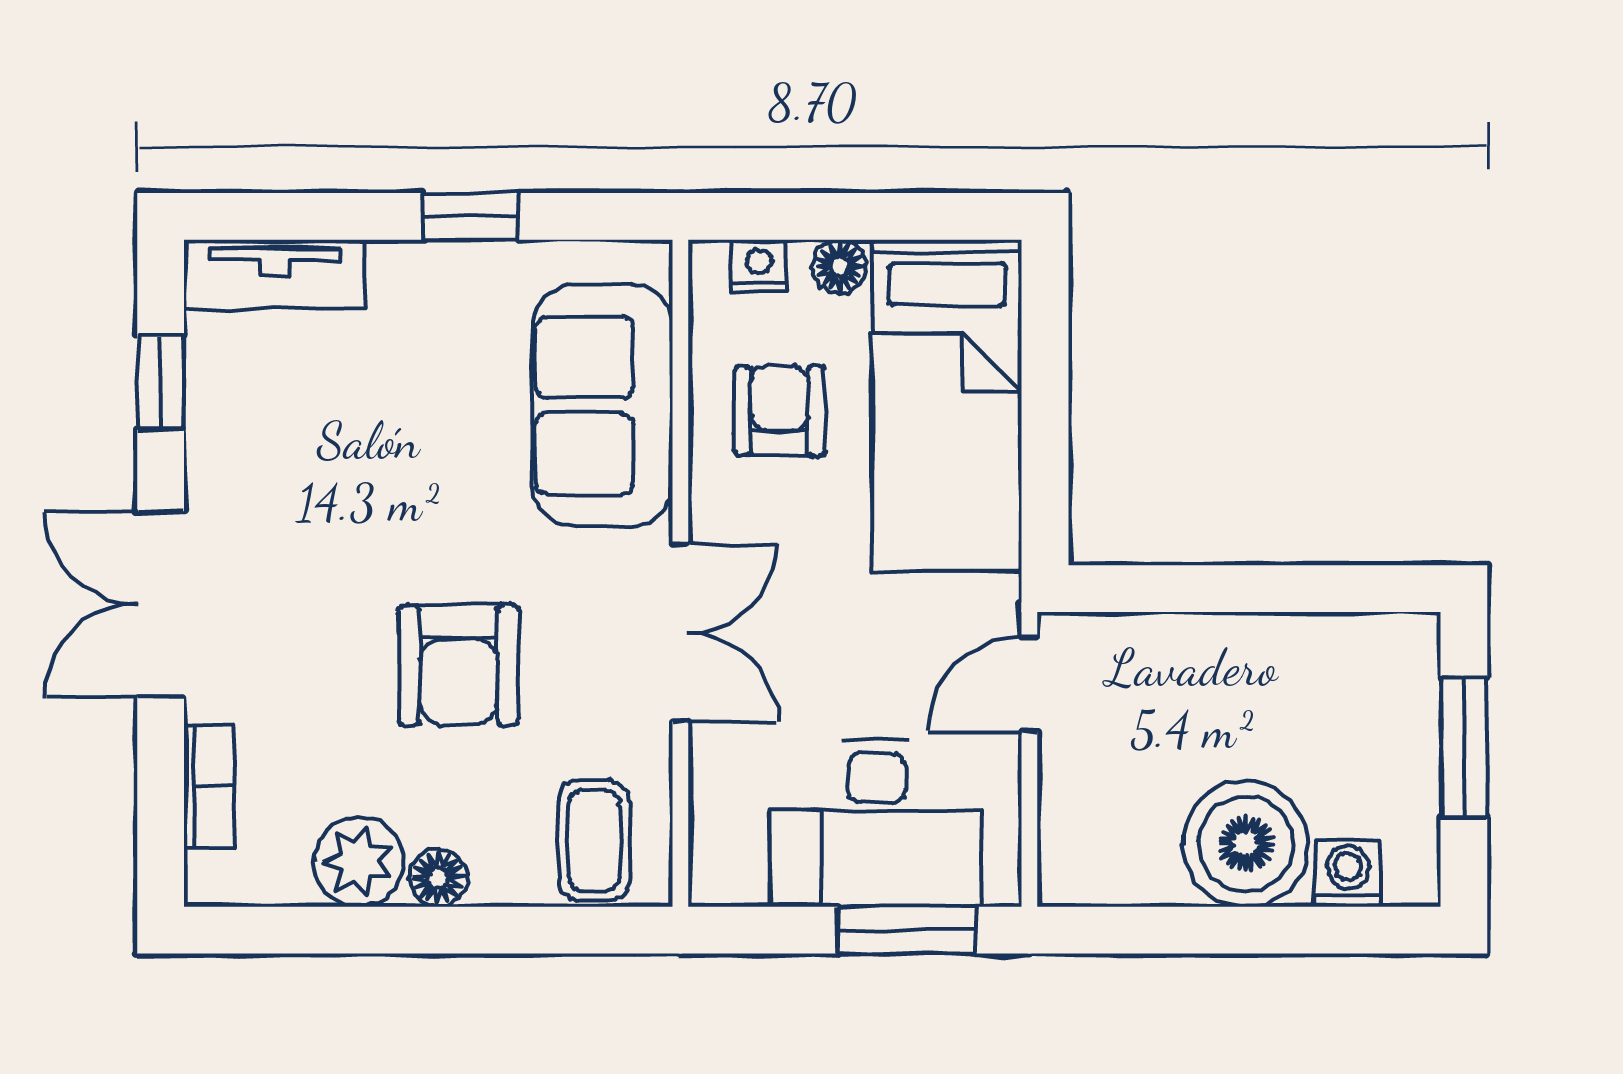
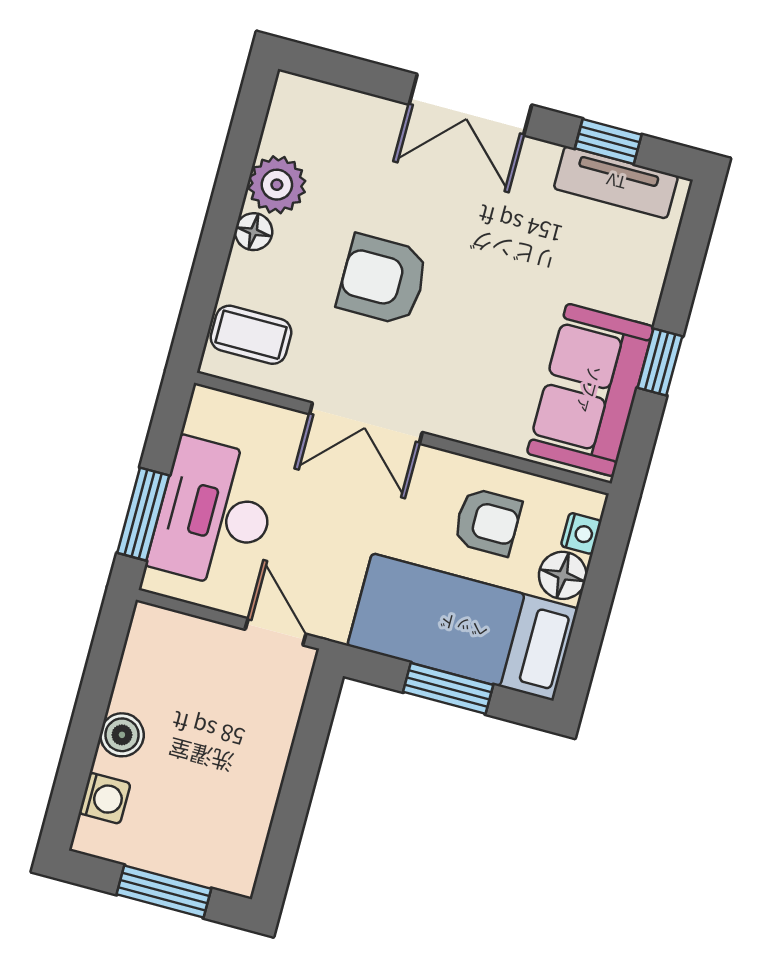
floor lamp: (839, 266) -> (563, 575), width x1.37, depth x1.37
tv unit: (275, 274) -> (616, 182), moved, turned -90
window: (1045, 403) -> (448, 688), added
sofa: (603, 406) -> (590, 390), moved, turned -90
double door: (161, 604) -> (470, 105), swing flipped
bookcase: (209, 785) -> (349, 104), removed
boiler: (1246, 844) -> (122, 735), width x0.54, depth x0.54

